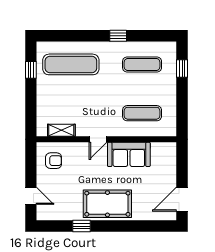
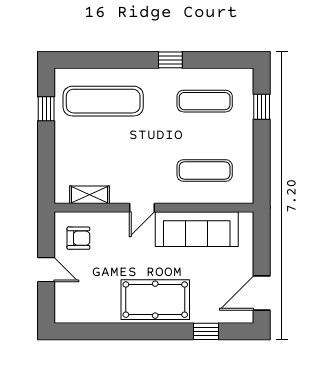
sofa: (129, 154) -> (197, 229), width x1.36
door: (31, 196) -> (46, 270), moved
window: (82, 226) -> (206, 331), moved

